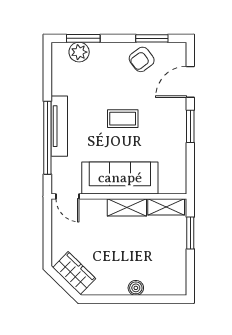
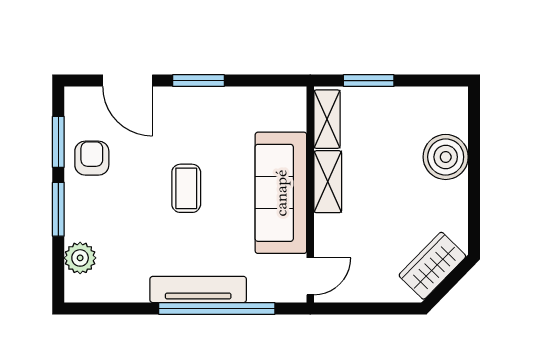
window: (83, 38) -> (58, 209), moved
armchair: (142, 59) -> (92, 158), turned -143
boiler: (136, 288) -> (446, 157), width x1.86, depth x1.86

